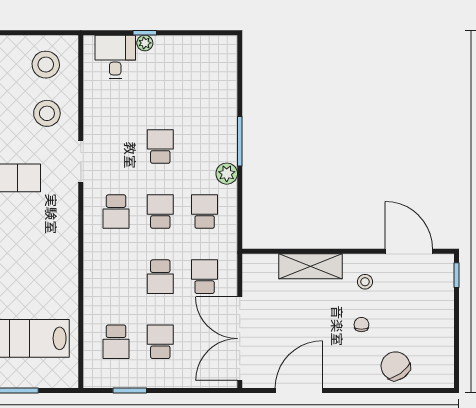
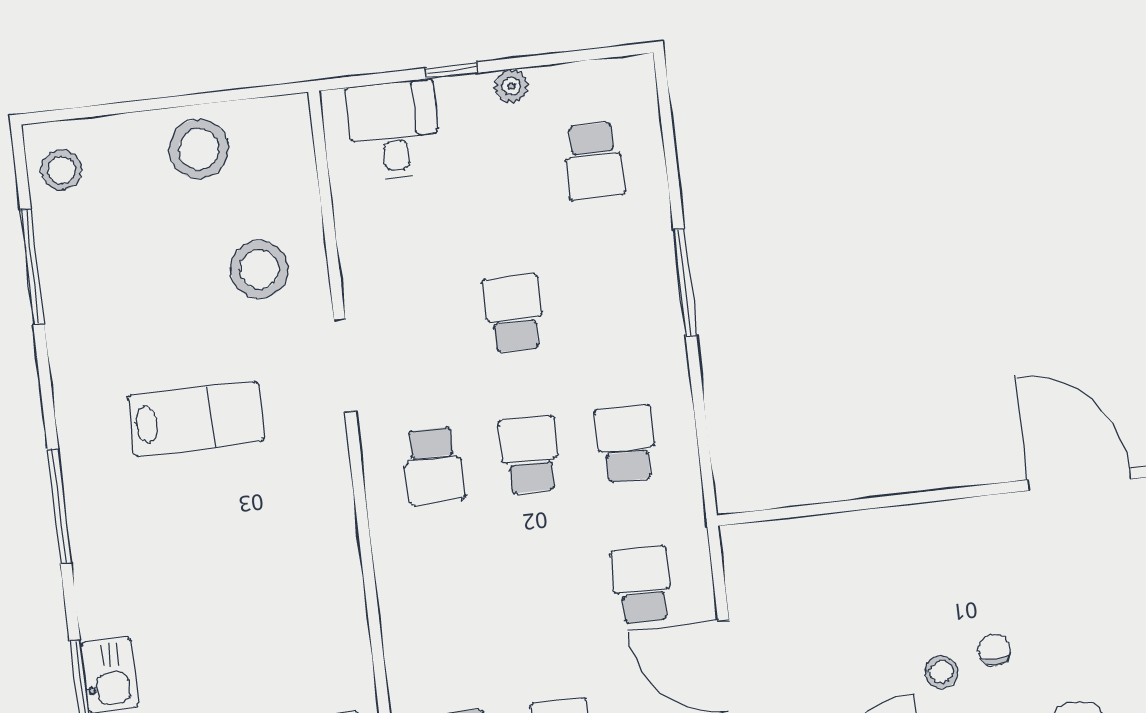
plant: (145, 43) -> (511, 86), moved
stool: (46, 65) -> (199, 149), moved
plant: (227, 174) -> (665, 356), removed
shelving: (310, 266) -> (869, 536), removed
school desk: (160, 277) -> (594, 161), moved
stool: (365, 282) -> (941, 672), moved

